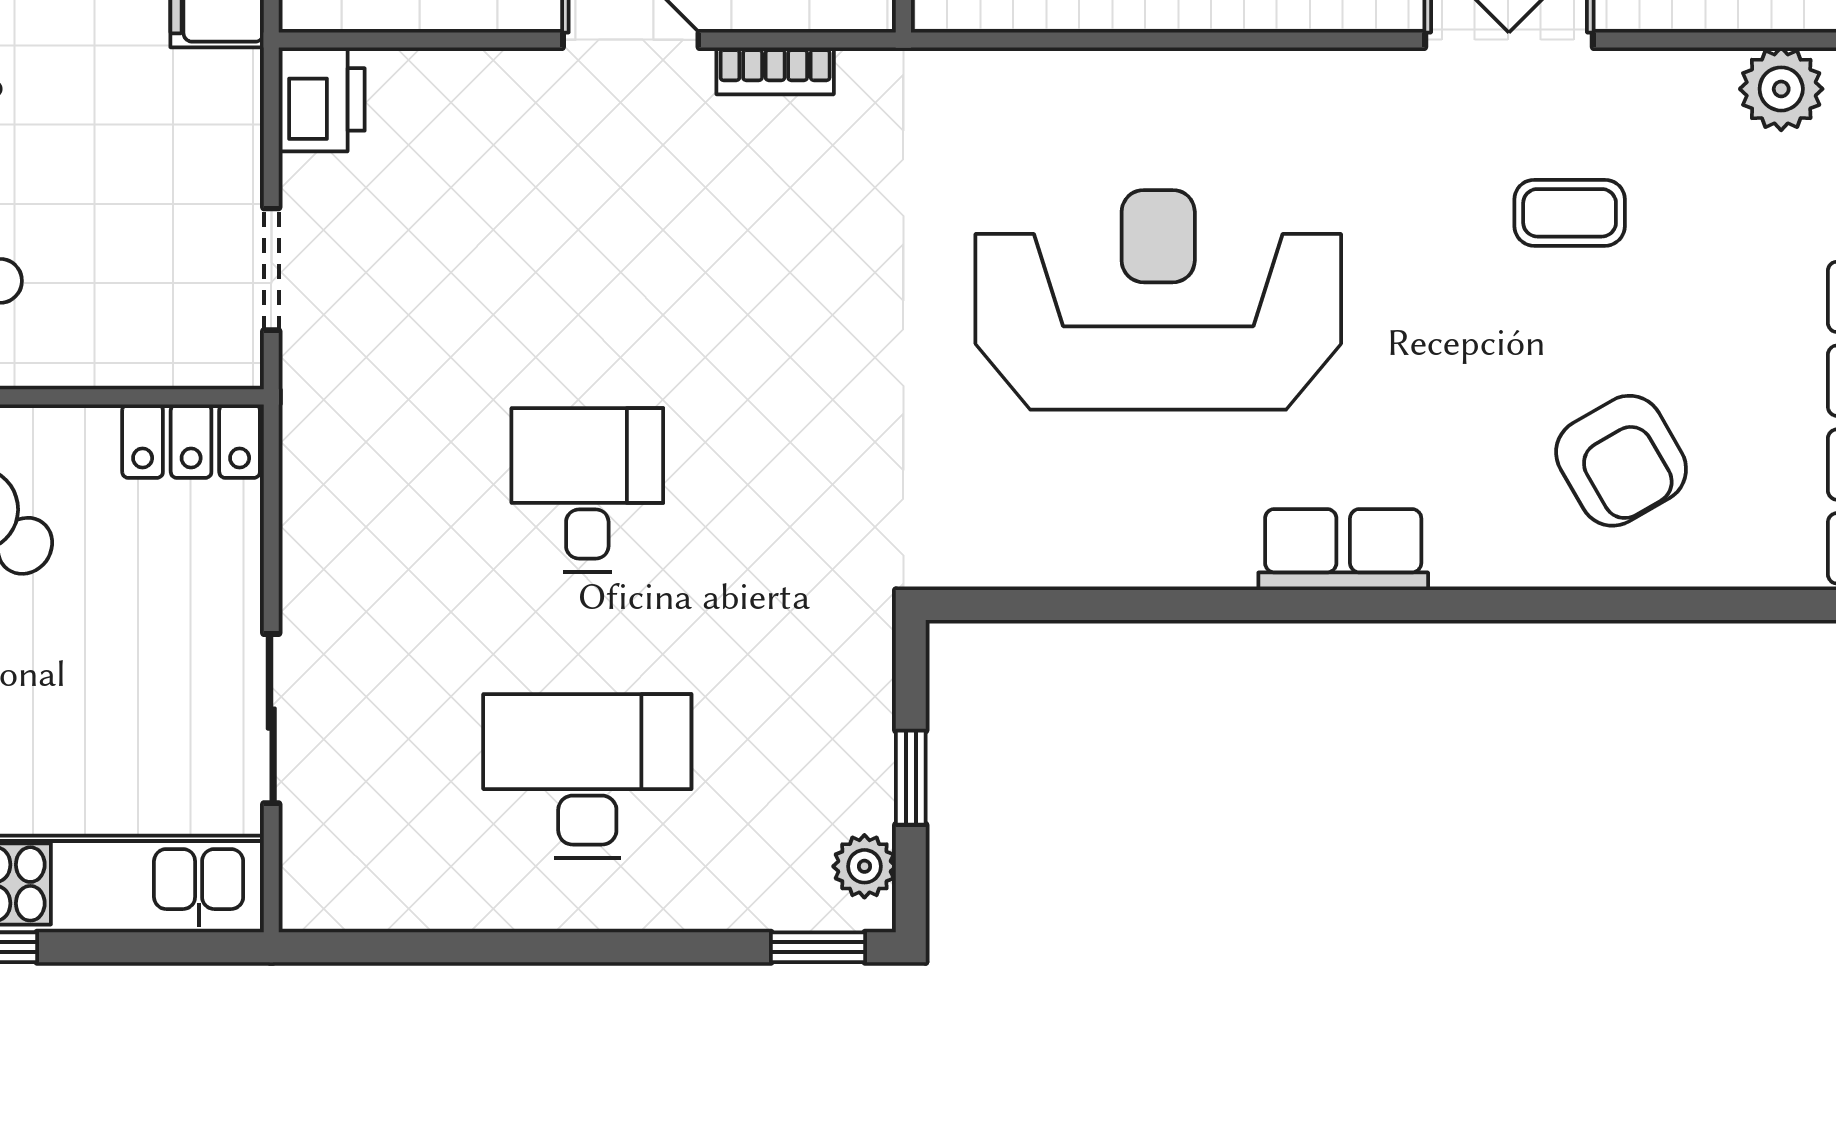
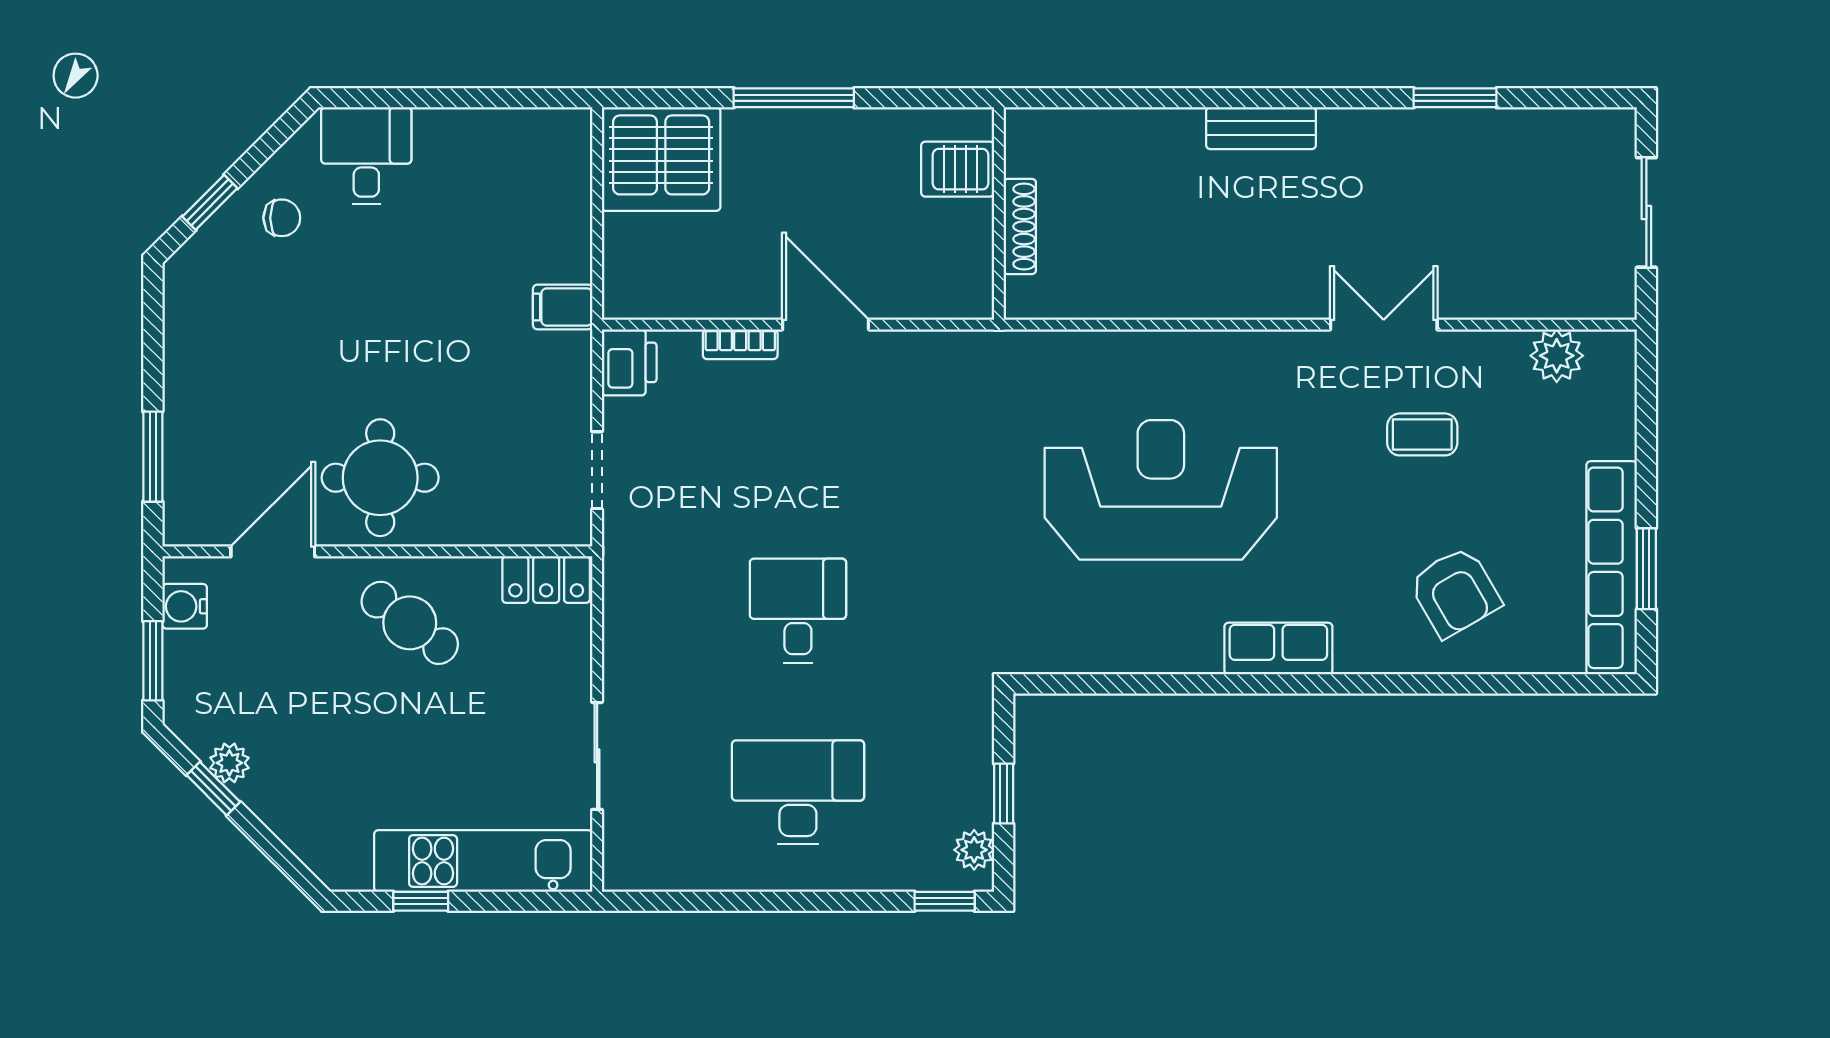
bookcase: (775, 71) -> (740, 344), moved

